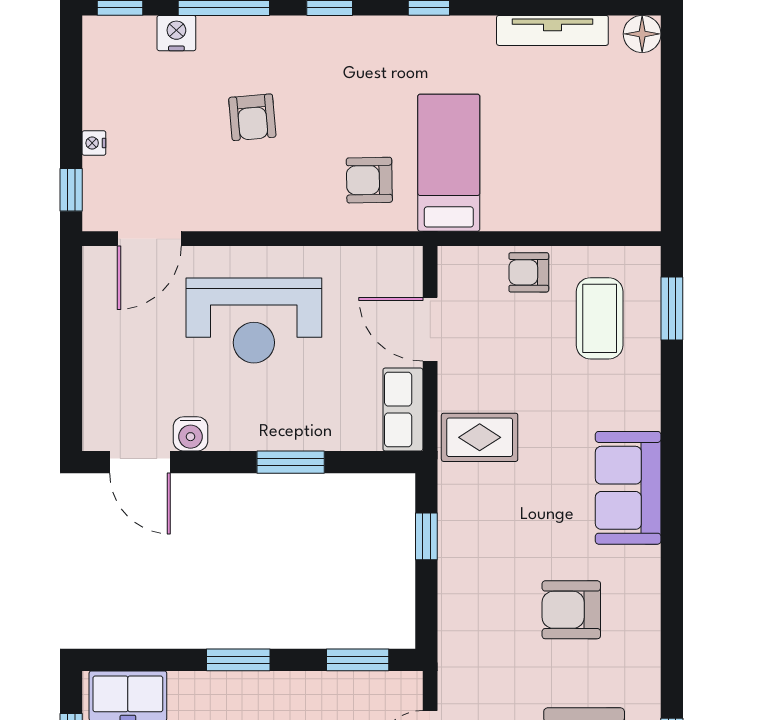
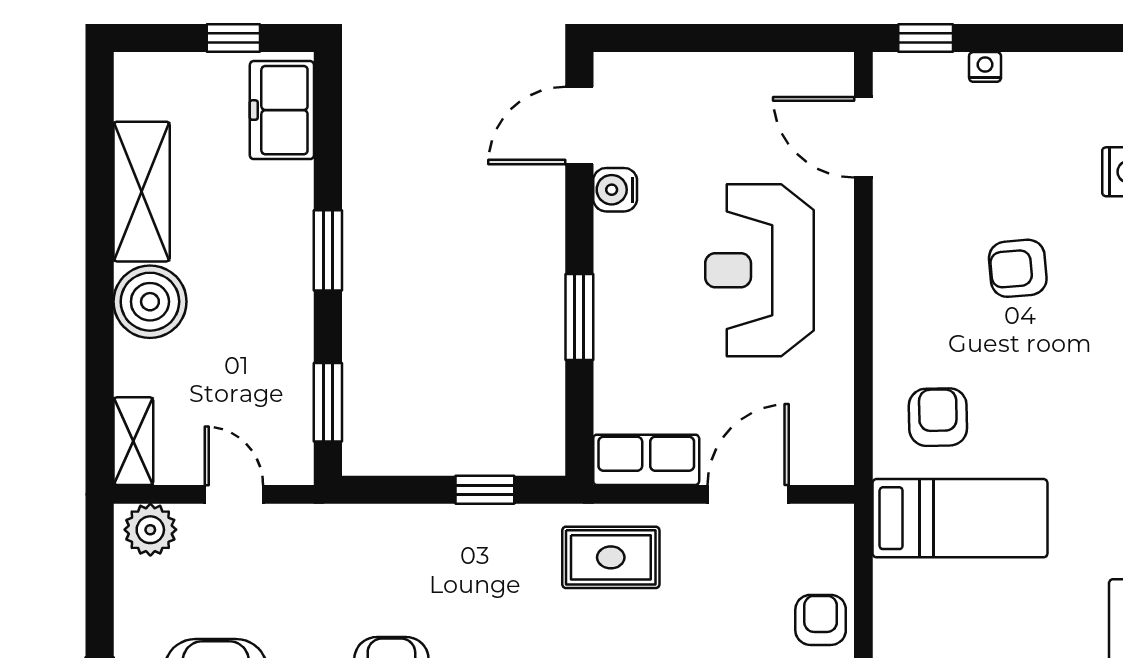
rug: (480, 437) -> (611, 557), turned 90

